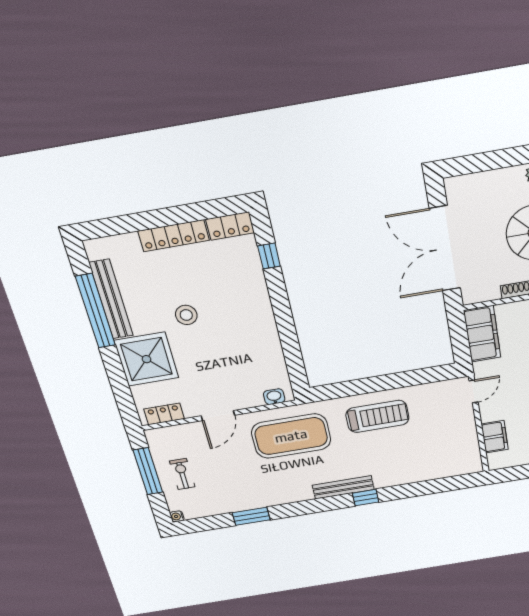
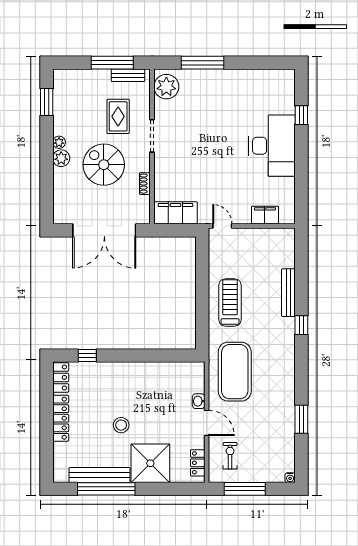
washbasin: (274, 397) -> (199, 401), moved
exercise bike: (182, 474) -> (230, 456), moved, turned 90
bench: (343, 487) -> (288, 293), moved

